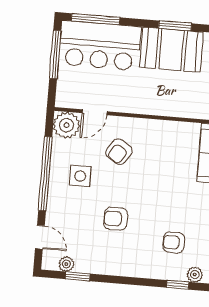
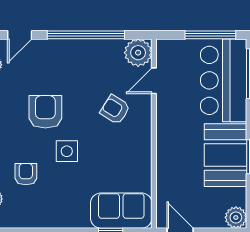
door: (95, 112) -> (154, 81), hinge flipped
side table: (80, 176) -> (67, 151), moved
armchair: (116, 219) -> (45, 112), width x1.38, depth x1.38

